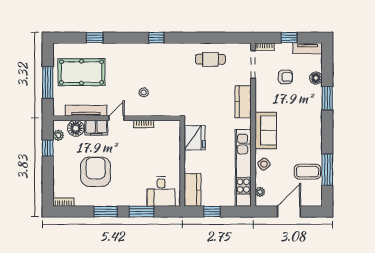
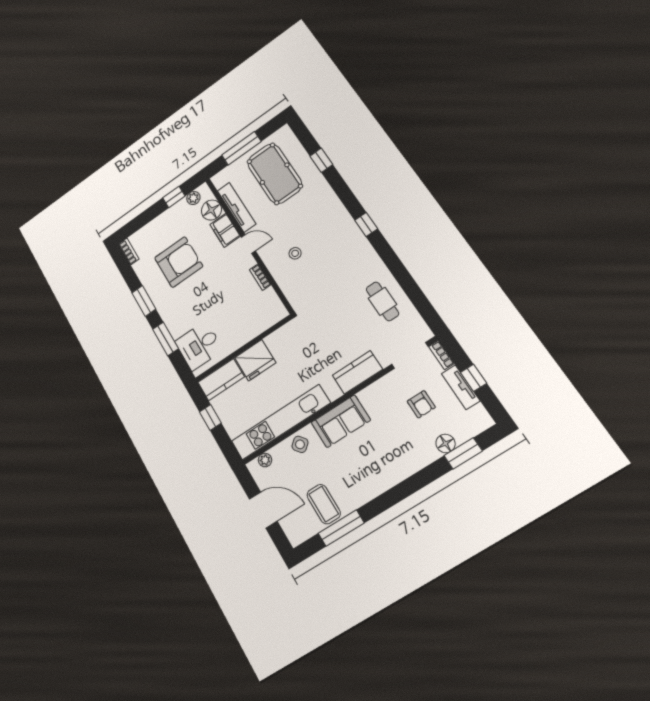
tv unit: (308, 48) -> (461, 387), moved
window: (327, 98) -> (463, 453), moved
fridge: (195, 138) -> (255, 360), moved

